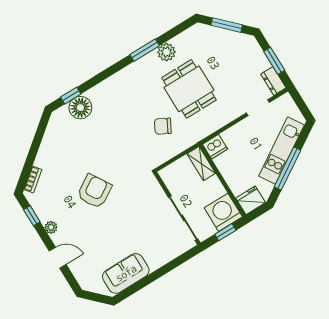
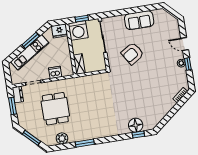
plant: (166, 52) -> (62, 138), moved
dining table: (189, 89) -> (55, 109), moved
chair: (163, 126) -> (92, 95), removed
dishwasher: (215, 147) -> (55, 72), moved
window: (288, 169) -> (31, 40), width x0.69
armchair: (94, 191) -> (132, 53), moved
window: (32, 216) -> (188, 64), moved
sofa: (126, 273) -> (139, 20), moved

